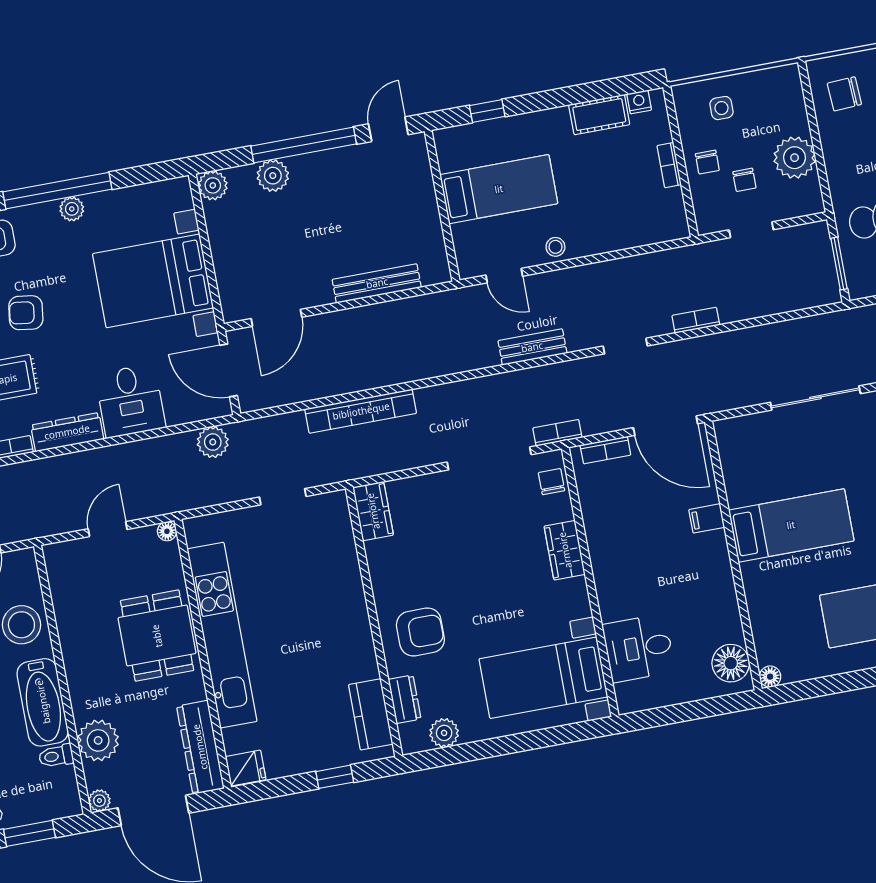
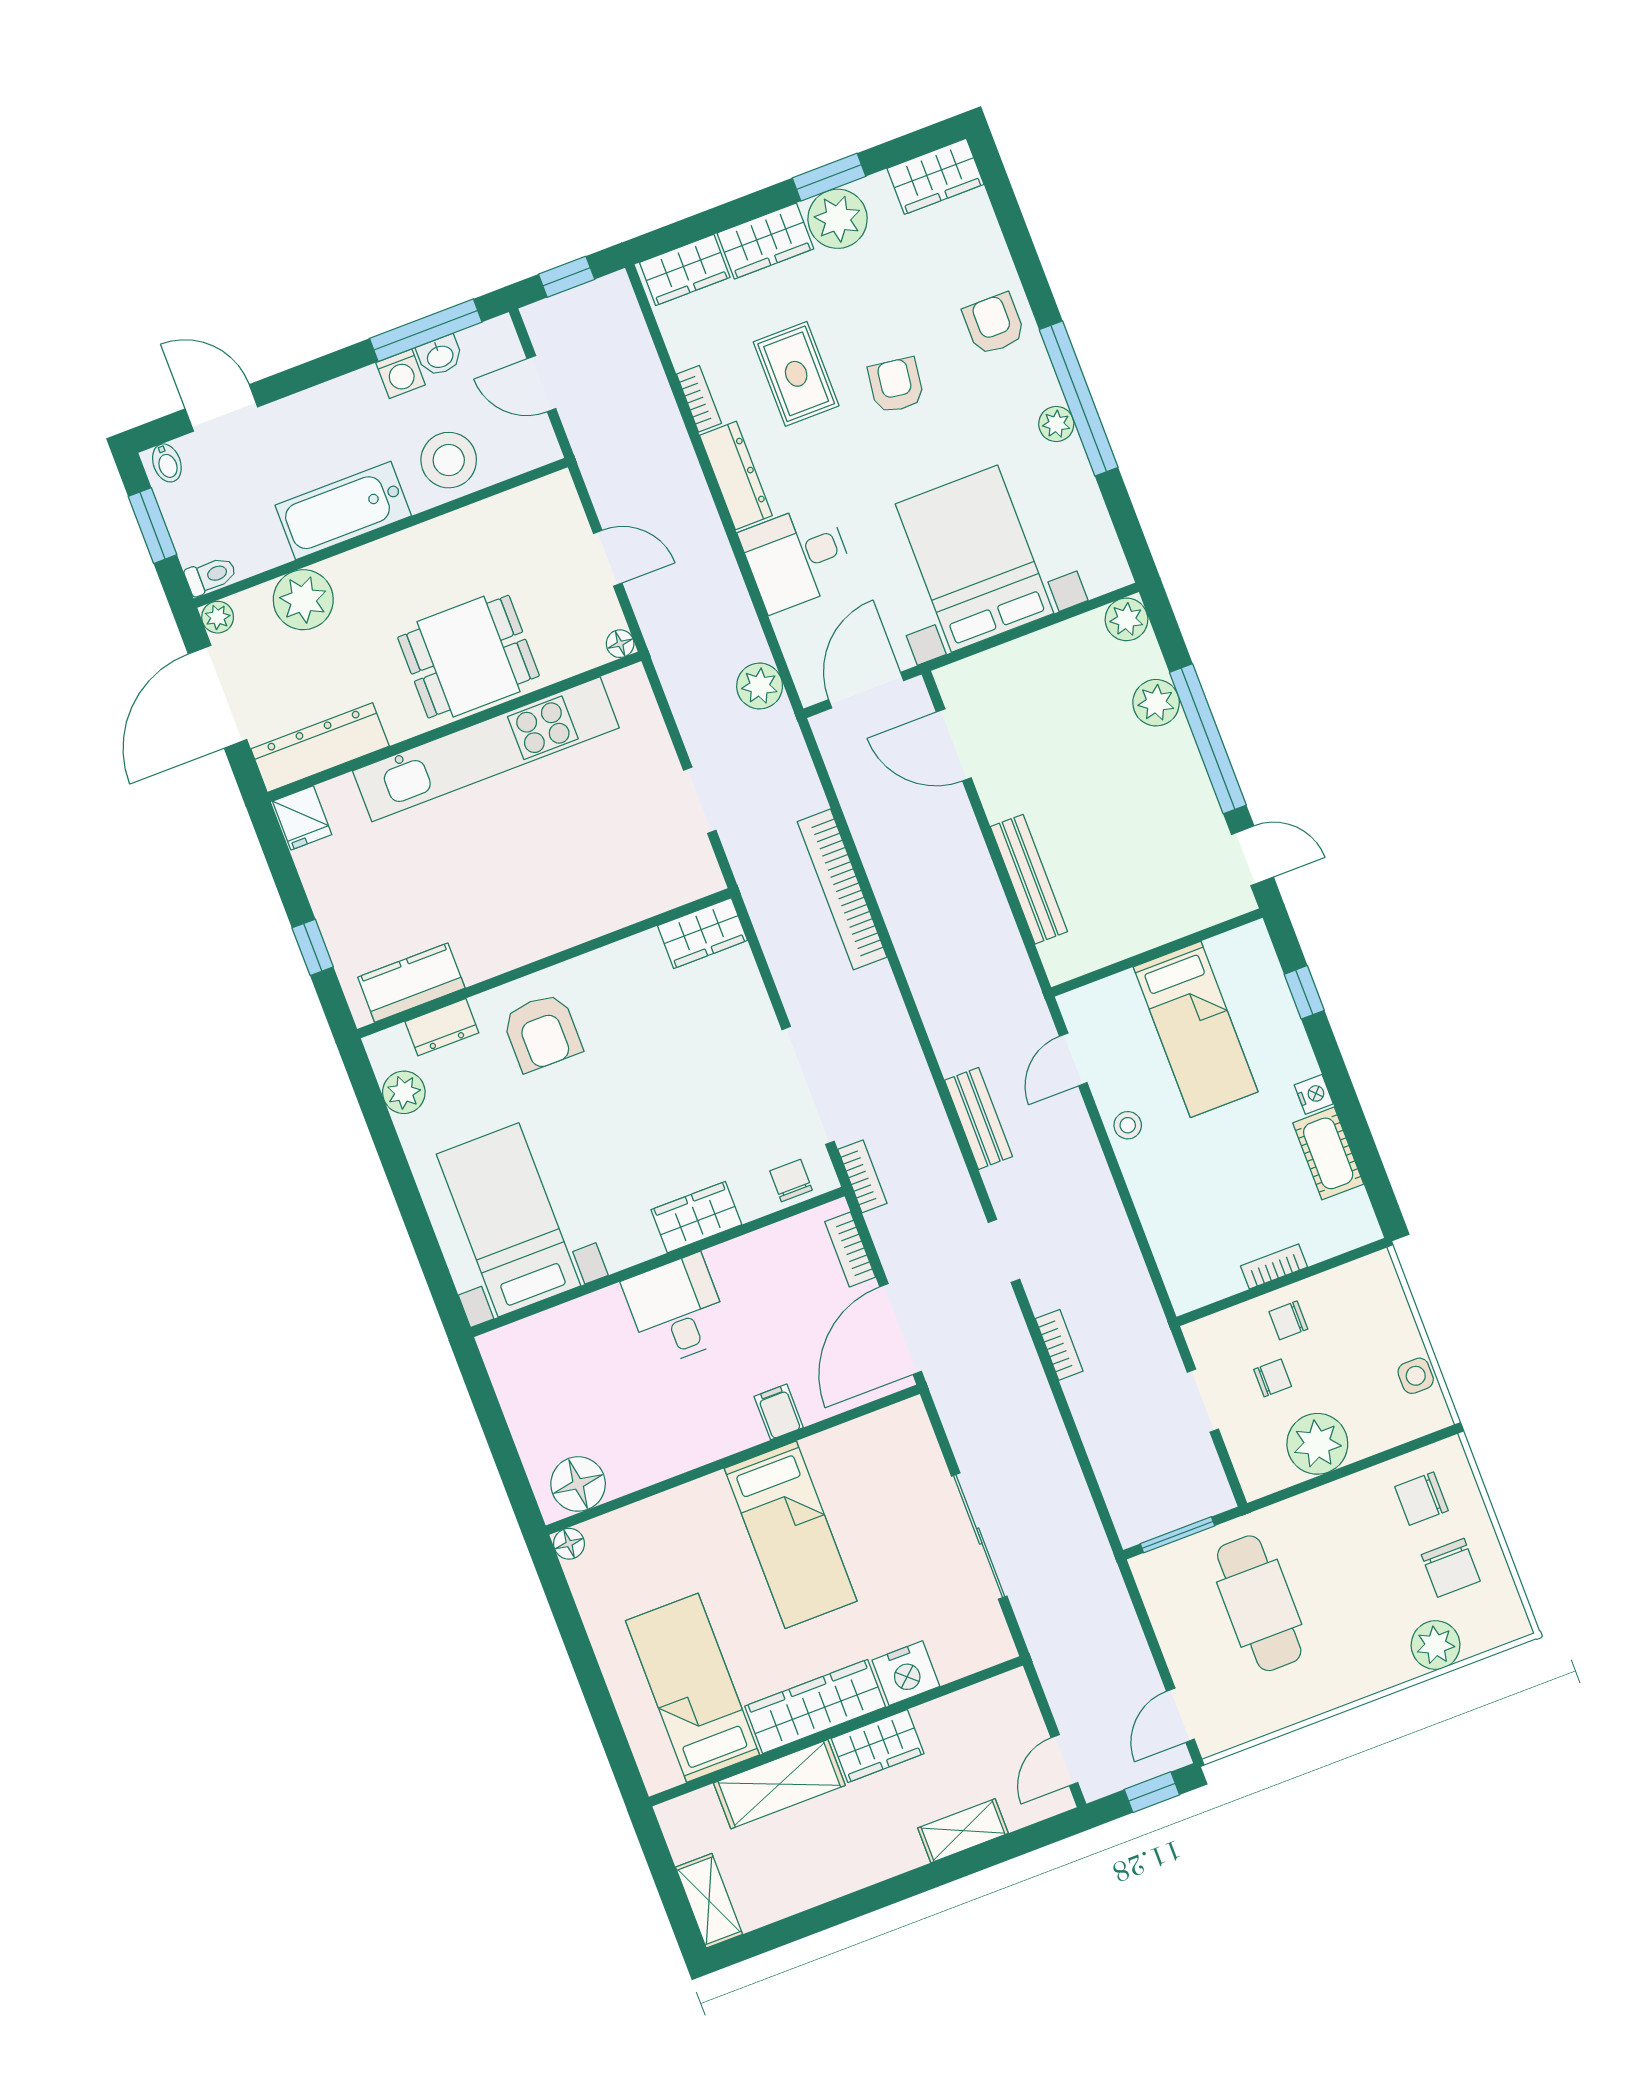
chair: (844, 94) -> (1422, 1499), turned -87
nightstand: (639, 102) -> (1314, 1094), moved
side table: (721, 108) -> (1416, 1376), moved
chair: (744, 180) -> (1273, 1378), turned 180
chair: (551, 482) -> (791, 1181), turned -90
desk: (639, 648) -> (677, 1310), moved
toilet: (56, 756) -> (211, 576), moved, turned 90

